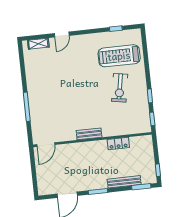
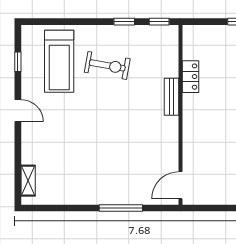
door: (62, 34) -> (18, 111), moved
bench: (89, 134) -> (171, 97), moved
door: (46, 145) -> (181, 185), swing flipped

